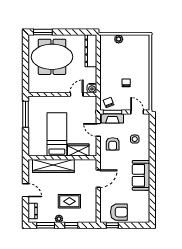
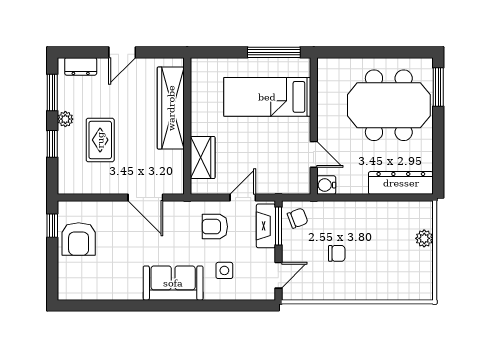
meeting table: (52, 57) -> (389, 105), turned 90
bed: (57, 134) -> (267, 97), moved, turned 180
sofa: (141, 175) -> (173, 283), moved

